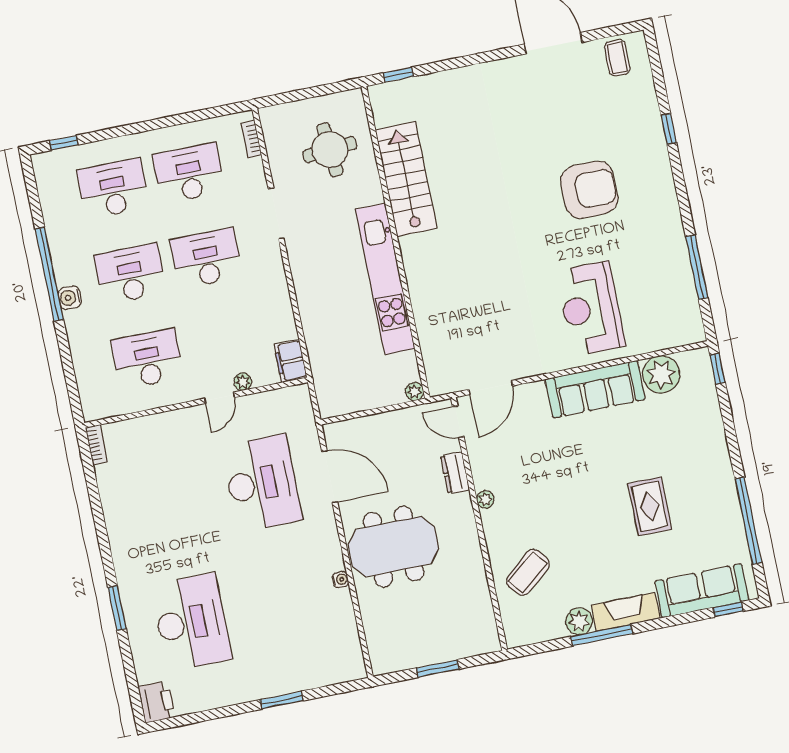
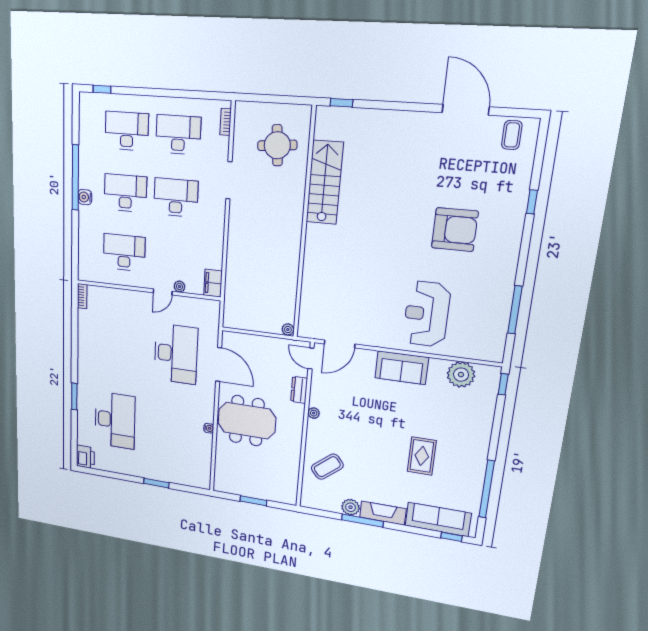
kitchen unit: (385, 279) -> (290, 248), removed
sofa: (595, 389) -> (402, 368), width x0.73

